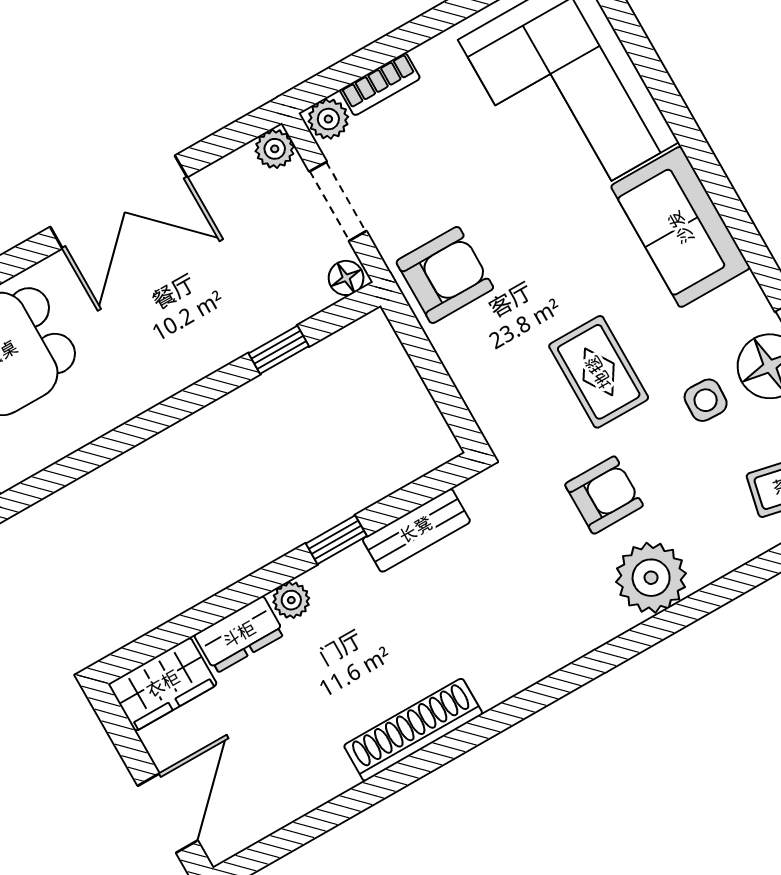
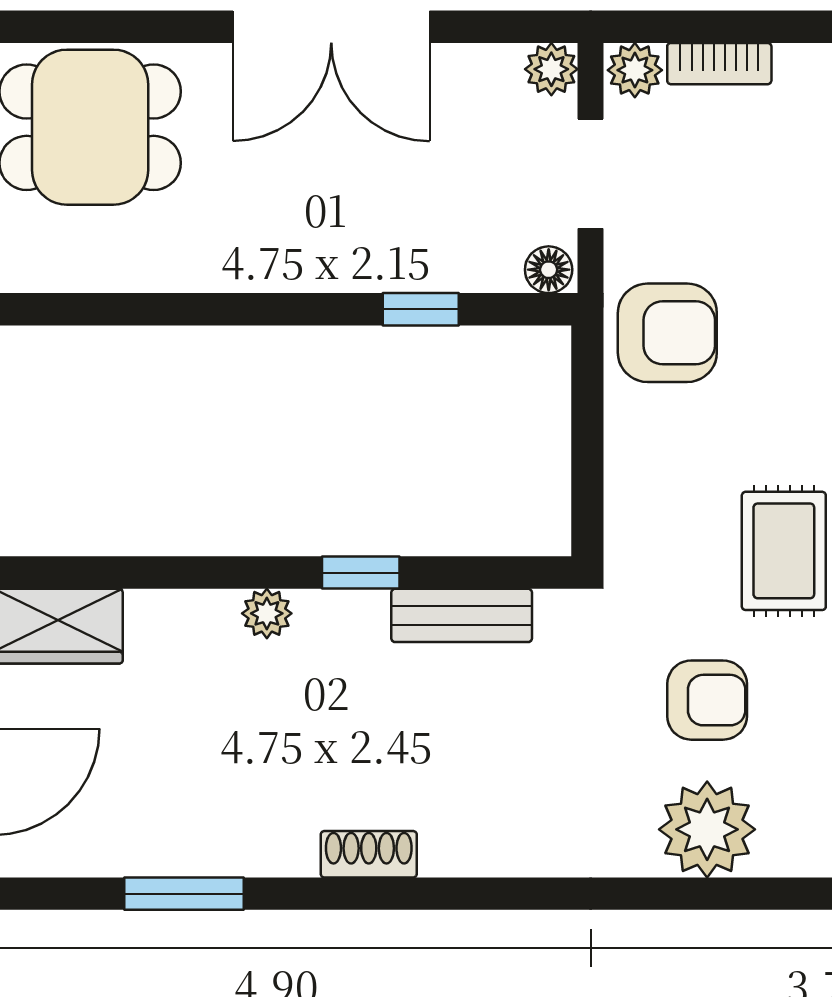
dresser: (239, 635) -> (182, 619), removed
shoe rack: (413, 730) -> (369, 854), width x0.51, depth x0.81
window: (340, 809) -> (184, 894), added

